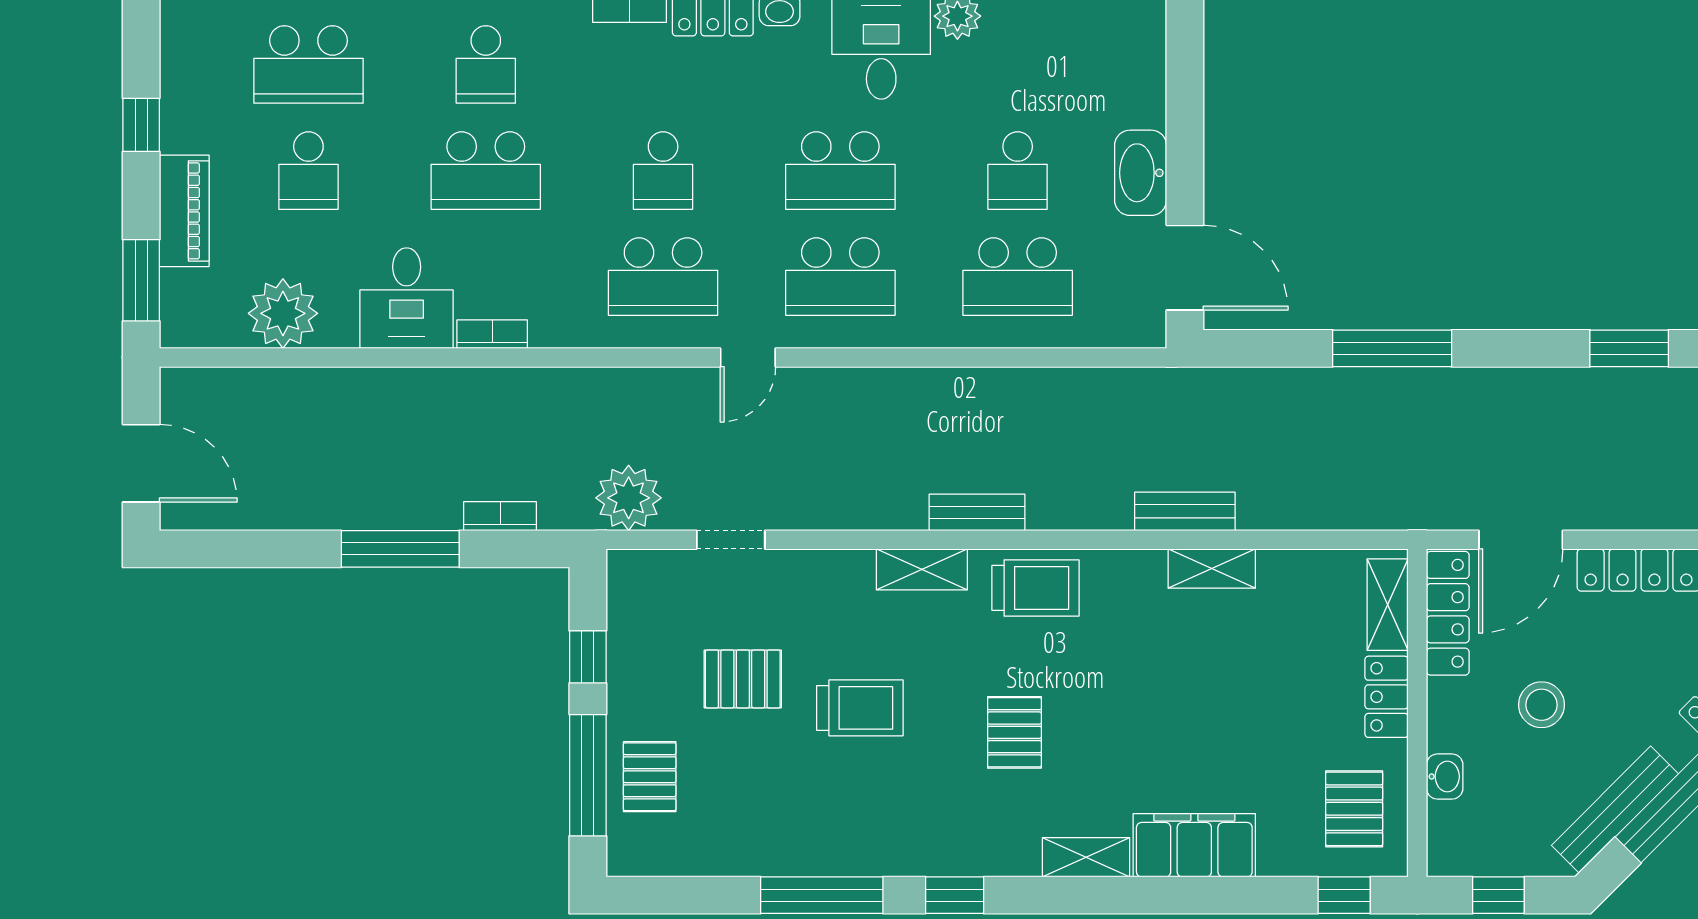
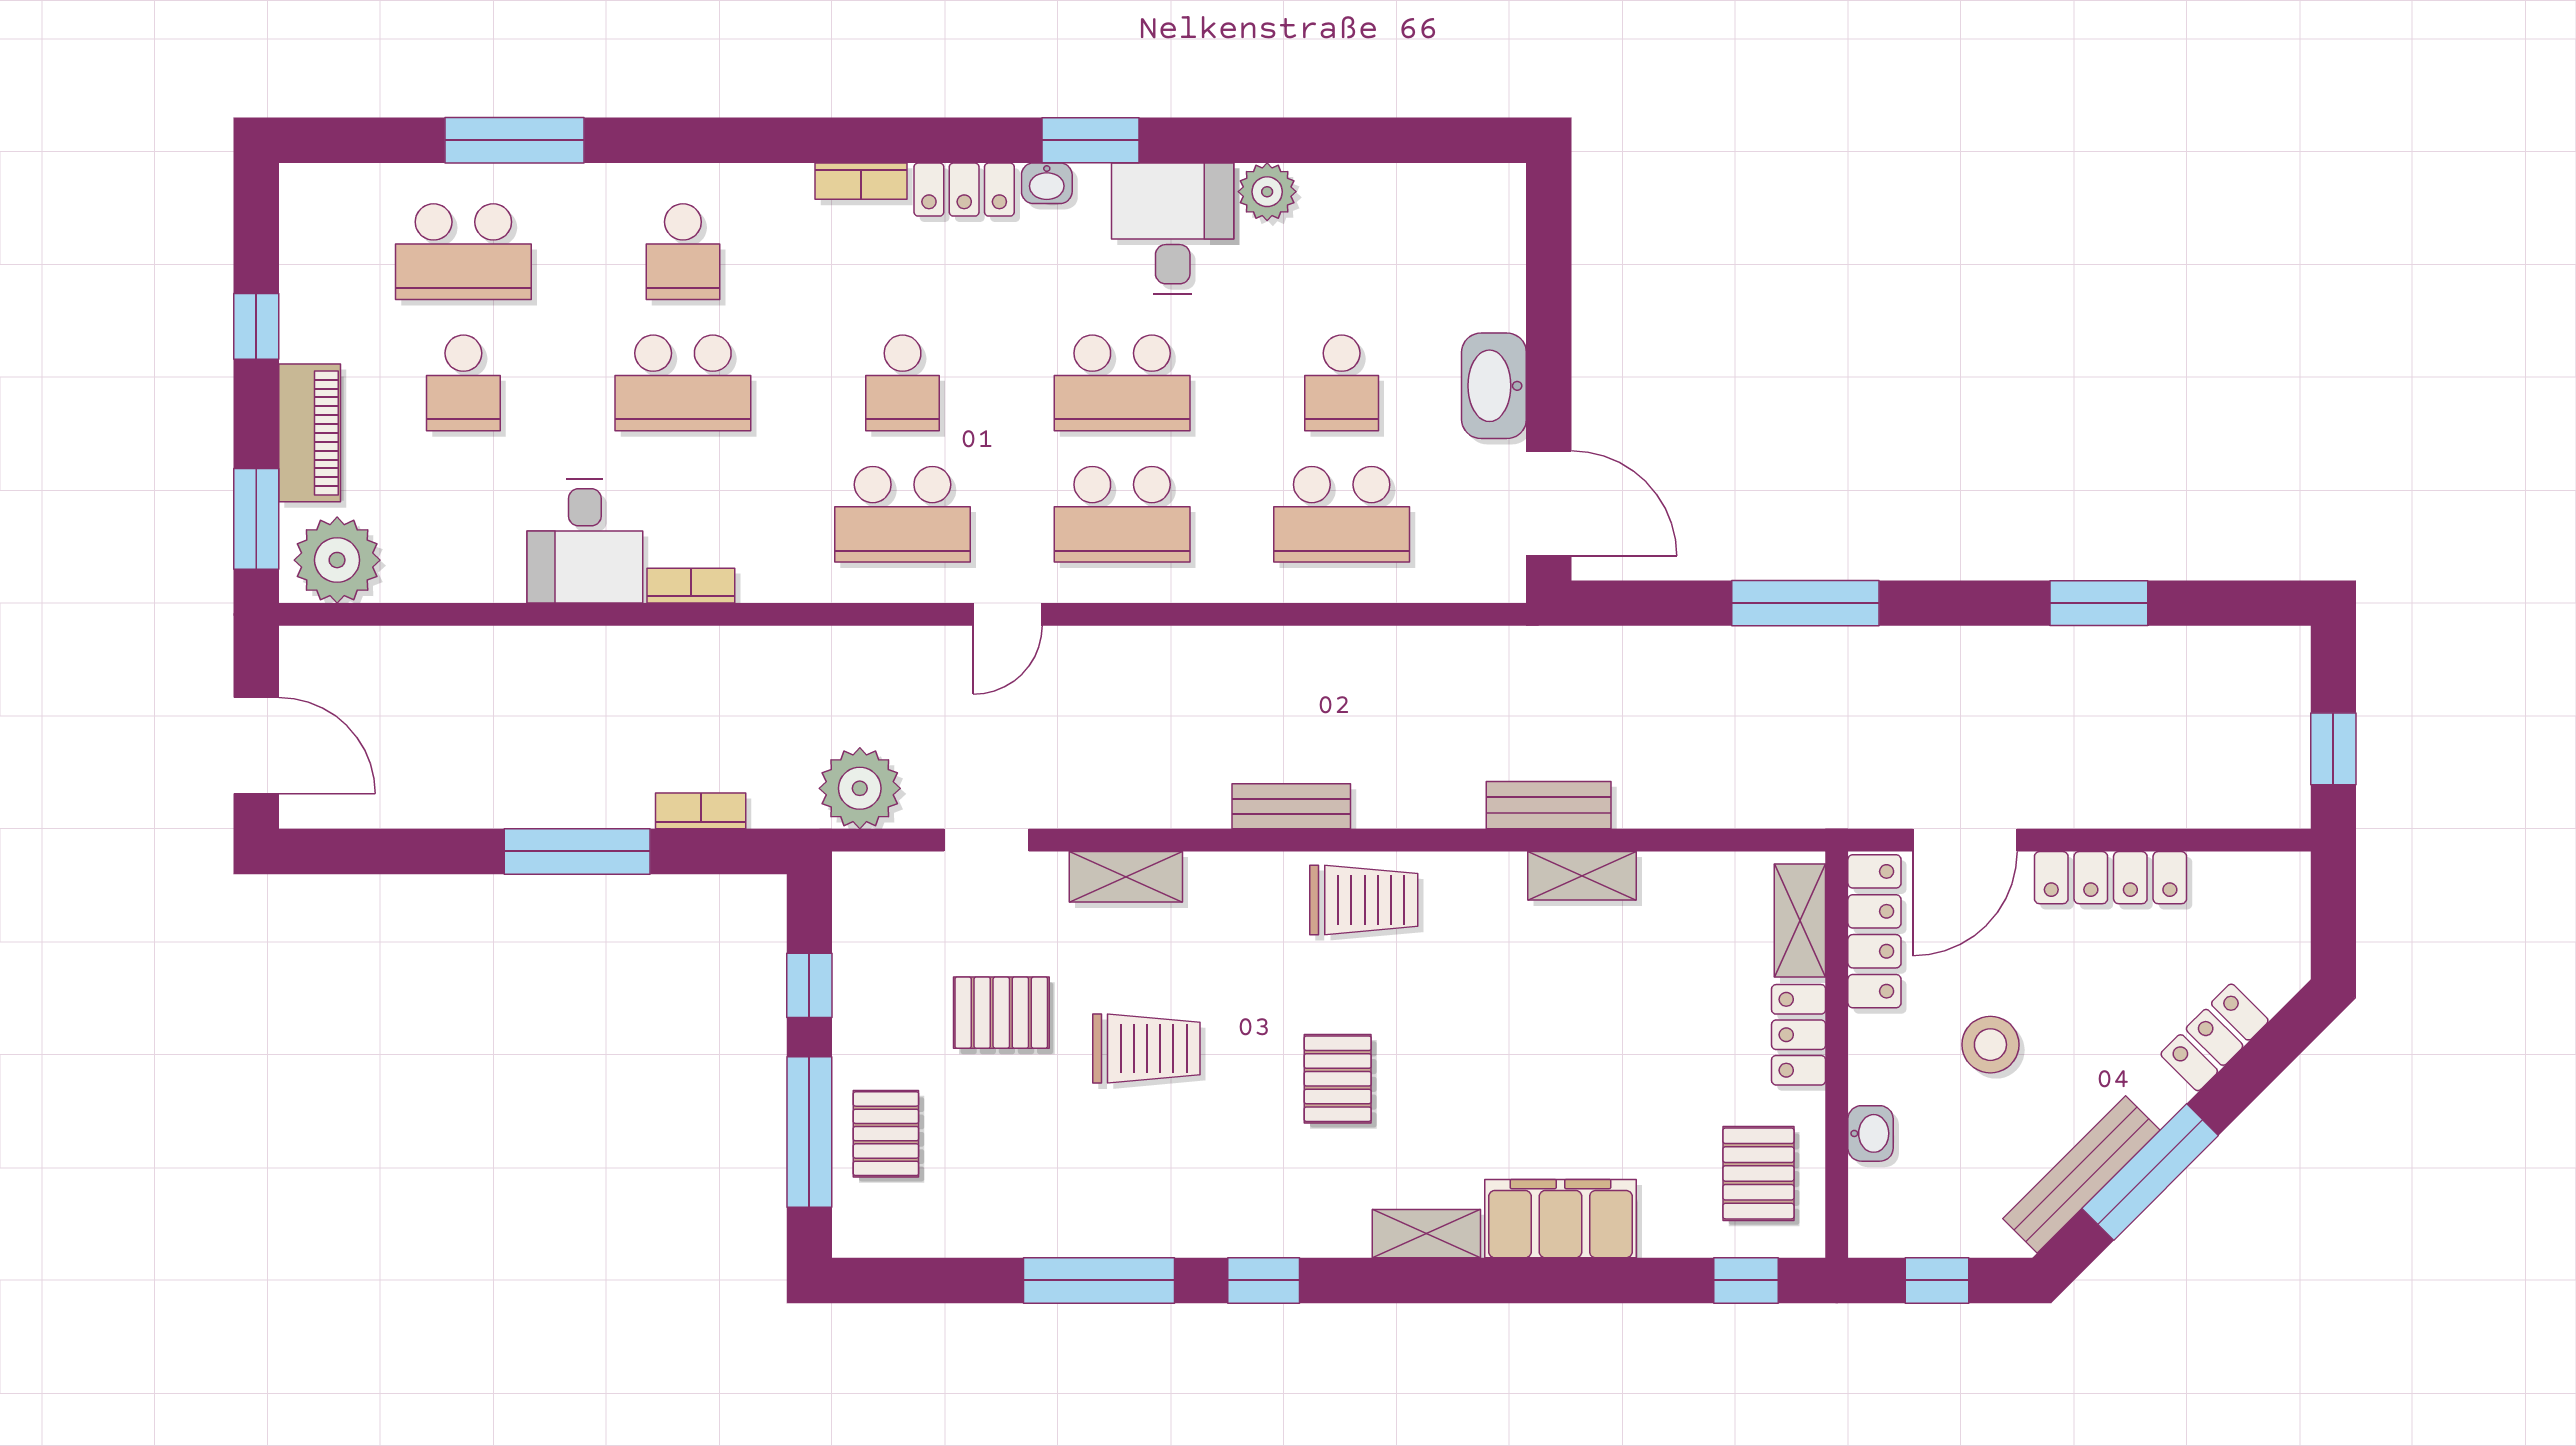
plant: (283, 313) -> (337, 560), moved
shelving: (922, 569) -> (1126, 877), moved

